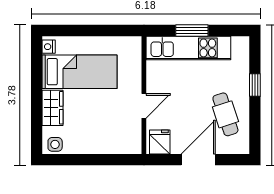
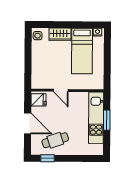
window: (255, 85) -> (48, 158), moved

